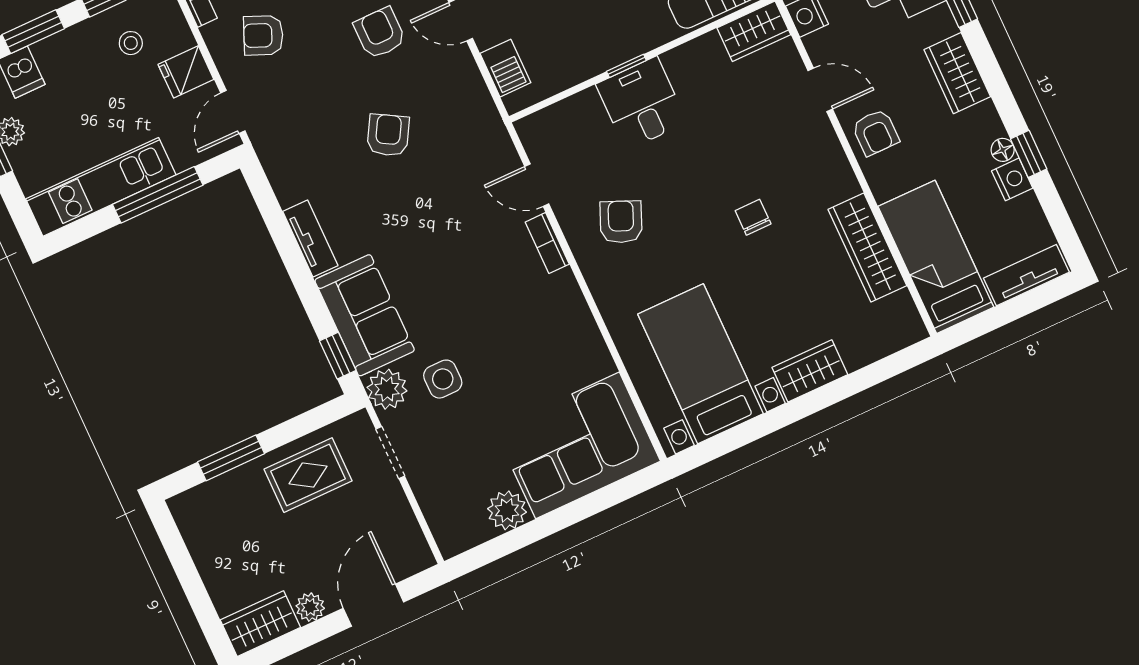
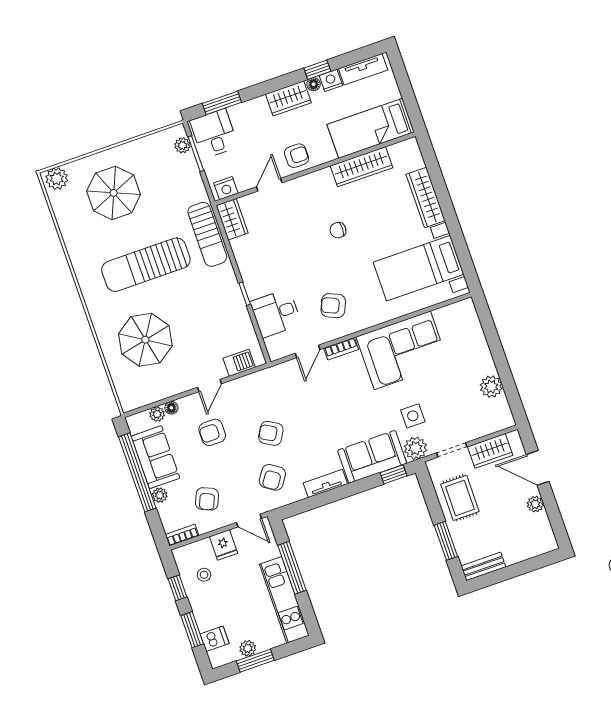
wardrobe: (957, 73) -> (288, 98), moved
desk: (641, 103) -> (276, 313), moved
armchair: (312, 145) -> (272, 477), added
tv unit: (1026, 275) -> (363, 69), moved, turned -90
wardrobe: (810, 371) -> (426, 197), width x1.50
corner sofa: (577, 445) -> (402, 350), moved, turned -90
bench: (193, 527) -> (483, 566), added
wardrobe: (260, 624) -> (490, 451), moved, turned -90

